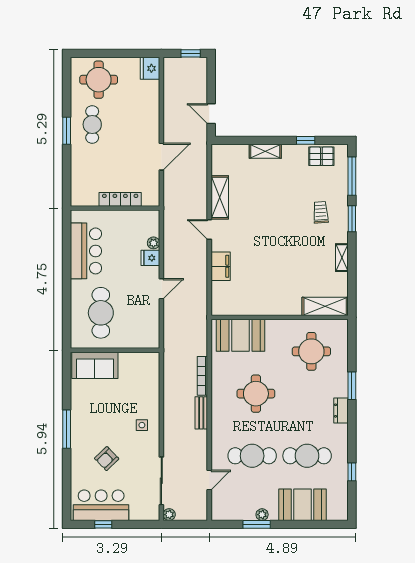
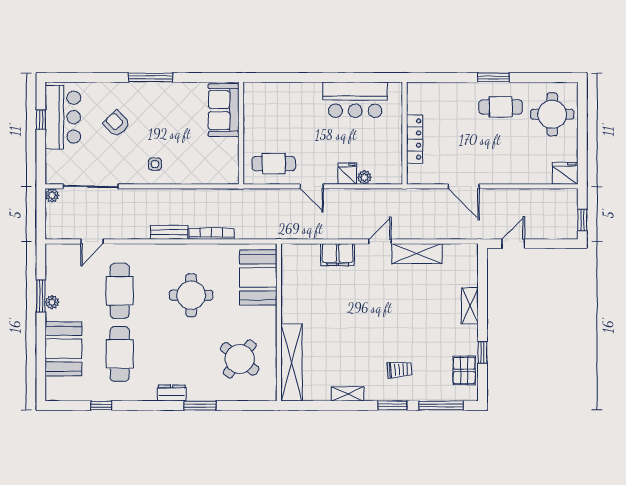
shelving: (325, 306) -> (292, 362), width x1.47
cafe table: (101, 313) -> (274, 164), moved, width x0.73, depth x0.74
round table: (311, 351) -> (240, 359), turned 38
door: (209, 480) -> (92, 241), hinge flipped

